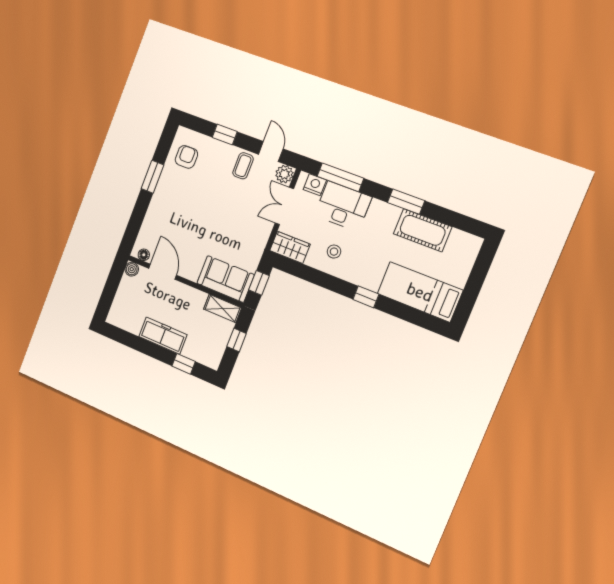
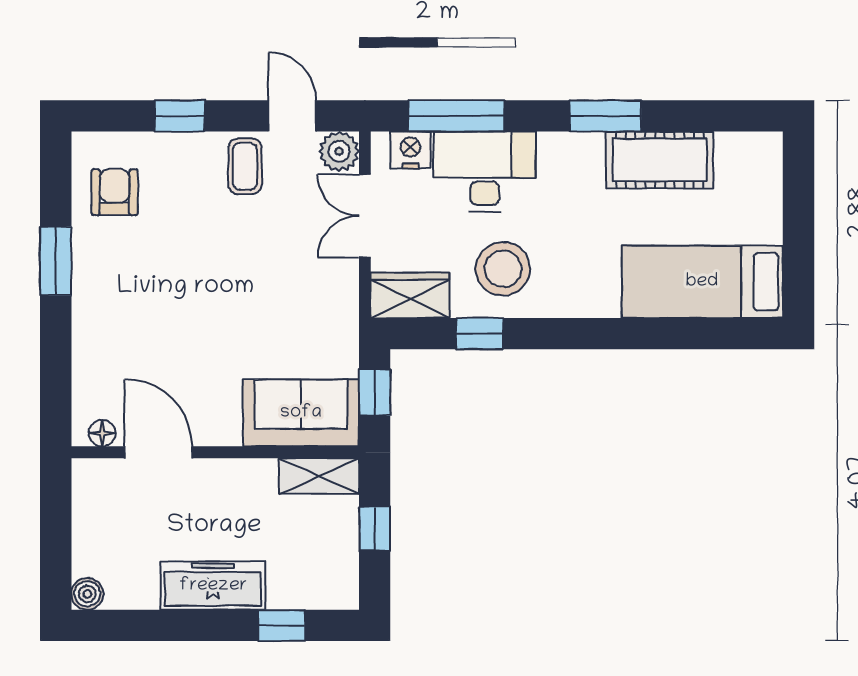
stool: (334, 252) -> (503, 269), width x1.89, depth x1.89
boiler: (132, 269) -> (87, 594), moved
window: (366, 297) -> (480, 334), moved

